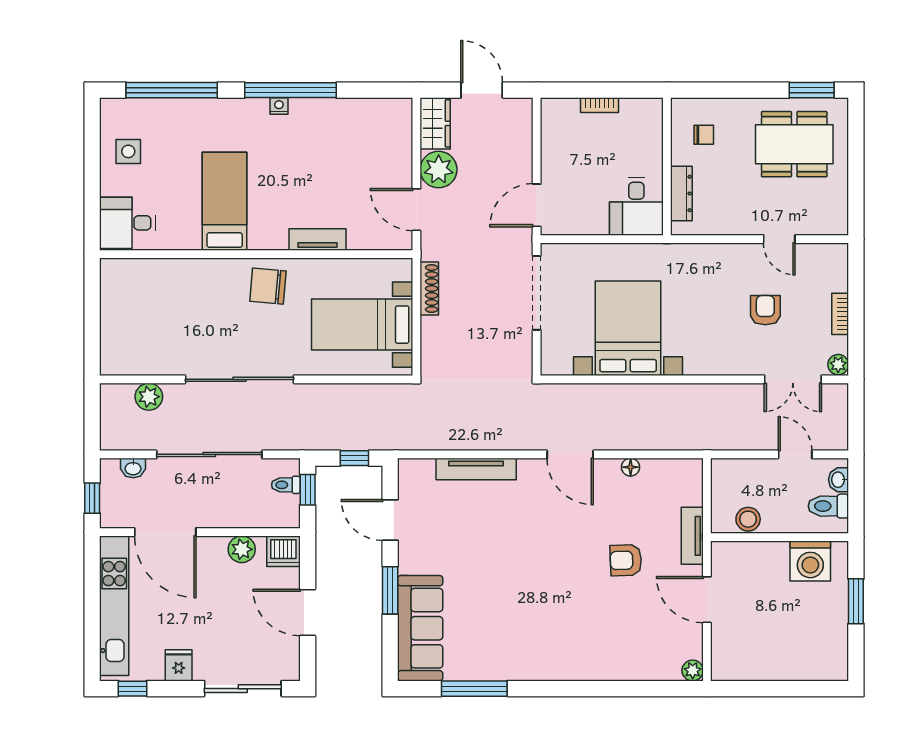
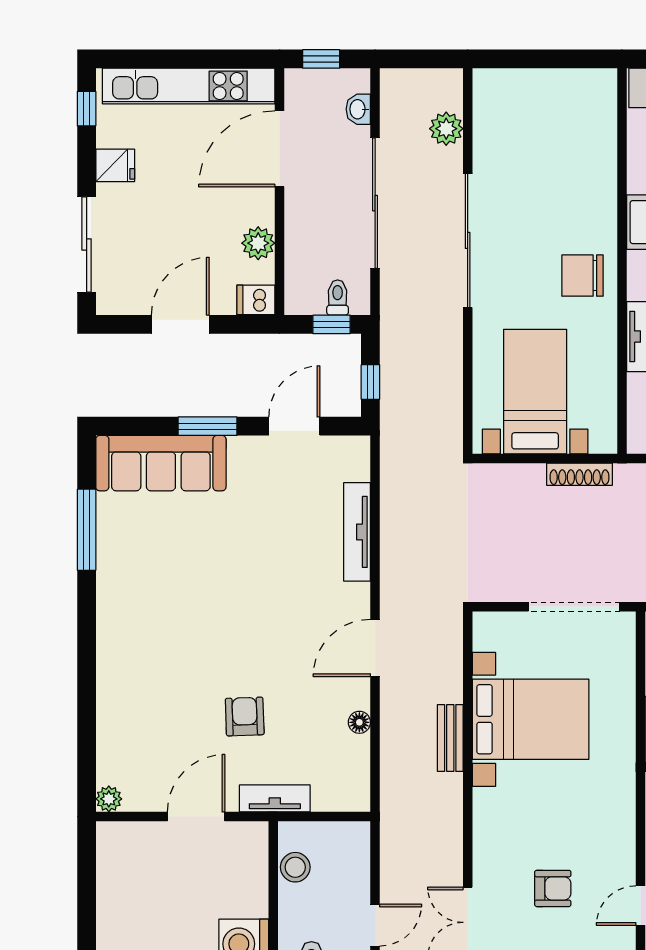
chair: (268, 286) -> (582, 276), turned -95
bench: (643, 393) -> (450, 738), added
dishwasher: (283, 551) -> (256, 300), width x0.73

